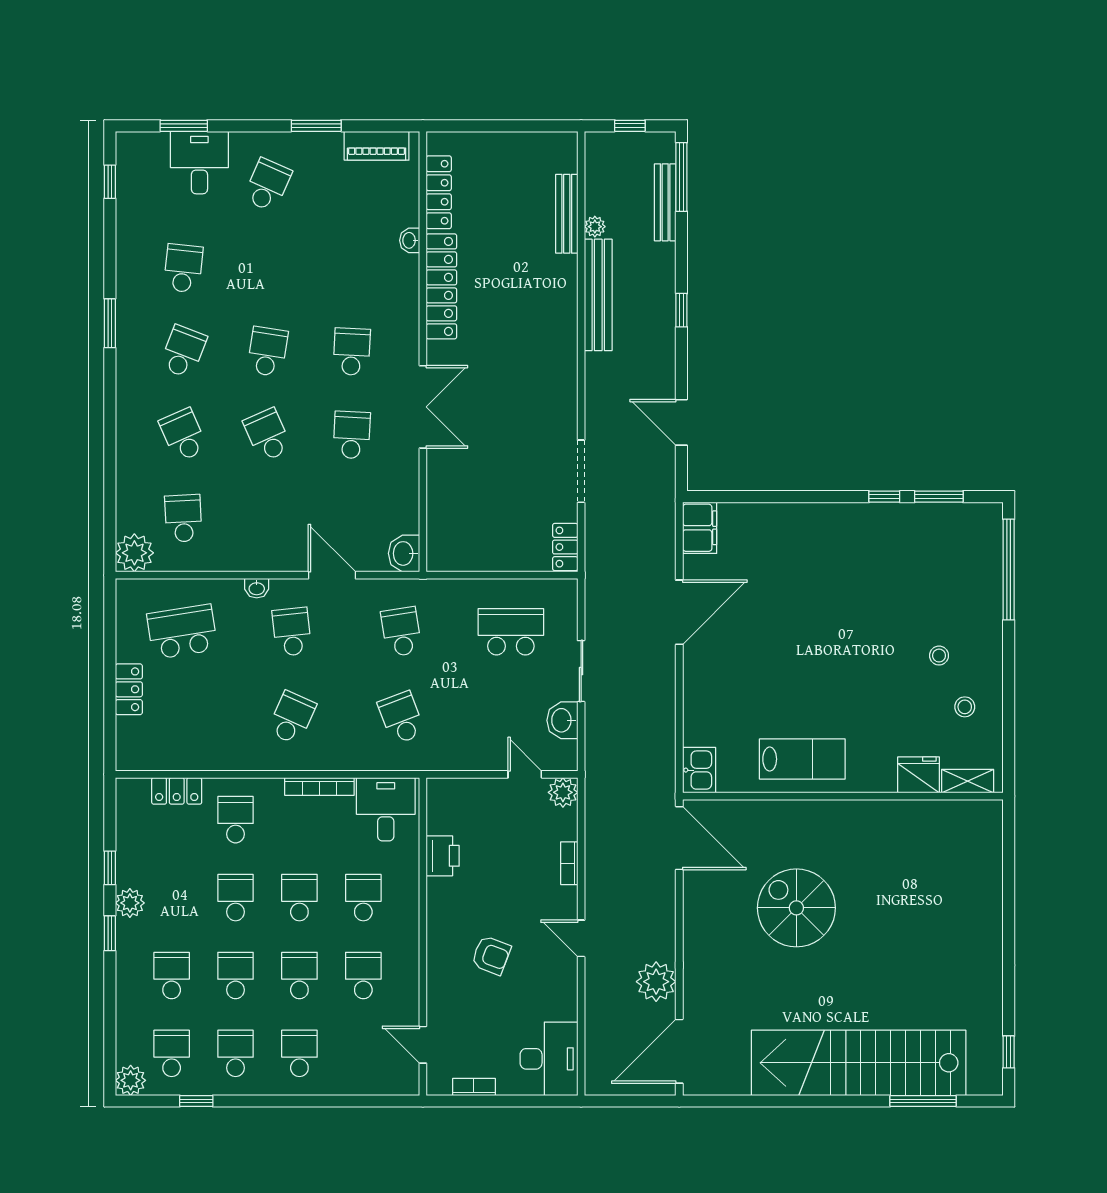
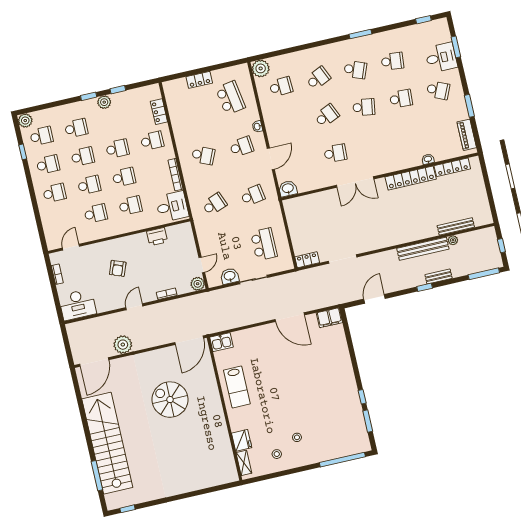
bench: (665, 202) -> (439, 277), moved, width x0.73
school desk: (352, 352) -> (401, 99), moved
spiral stairs: (796, 908) -> (170, 400), turned -90
door: (679, 1051) -> (94, 362), swing flipped

